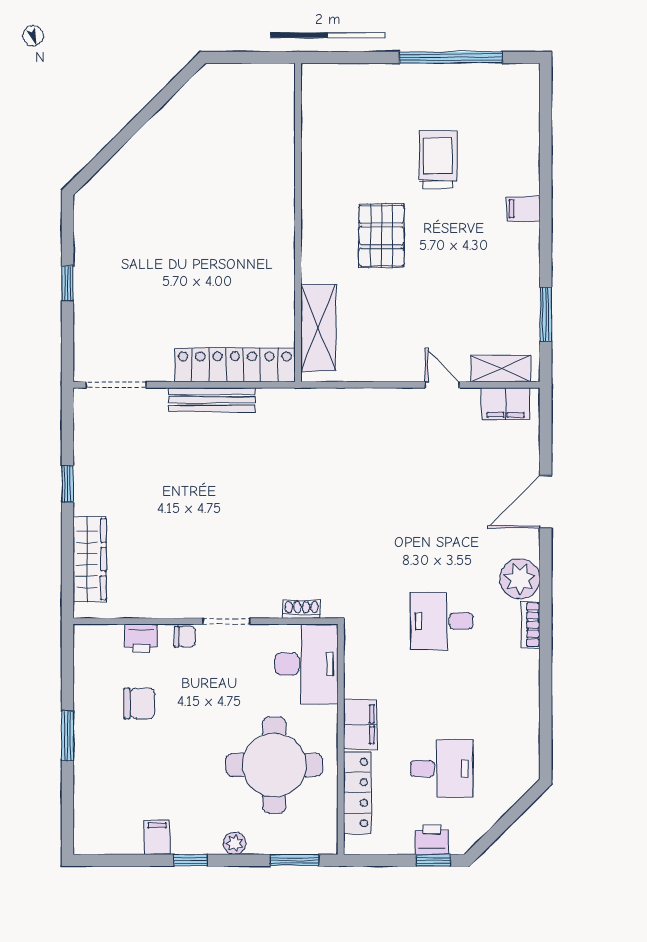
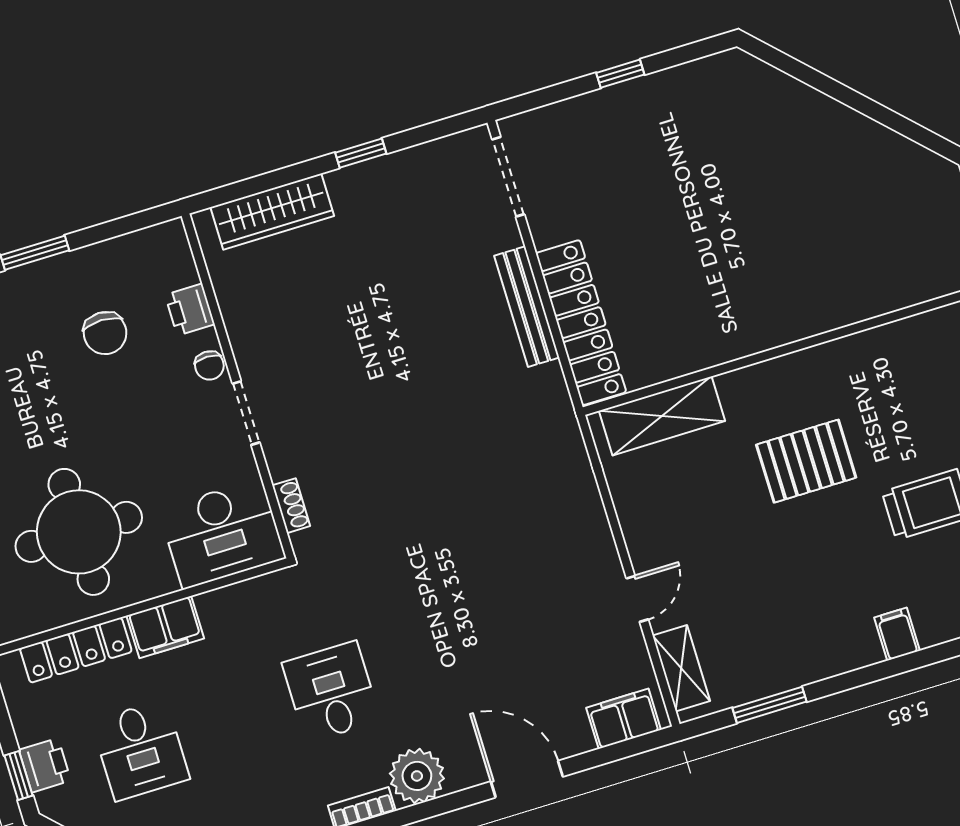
filing cabinet: (506, 404) -> (624, 719), moved, turned 90

